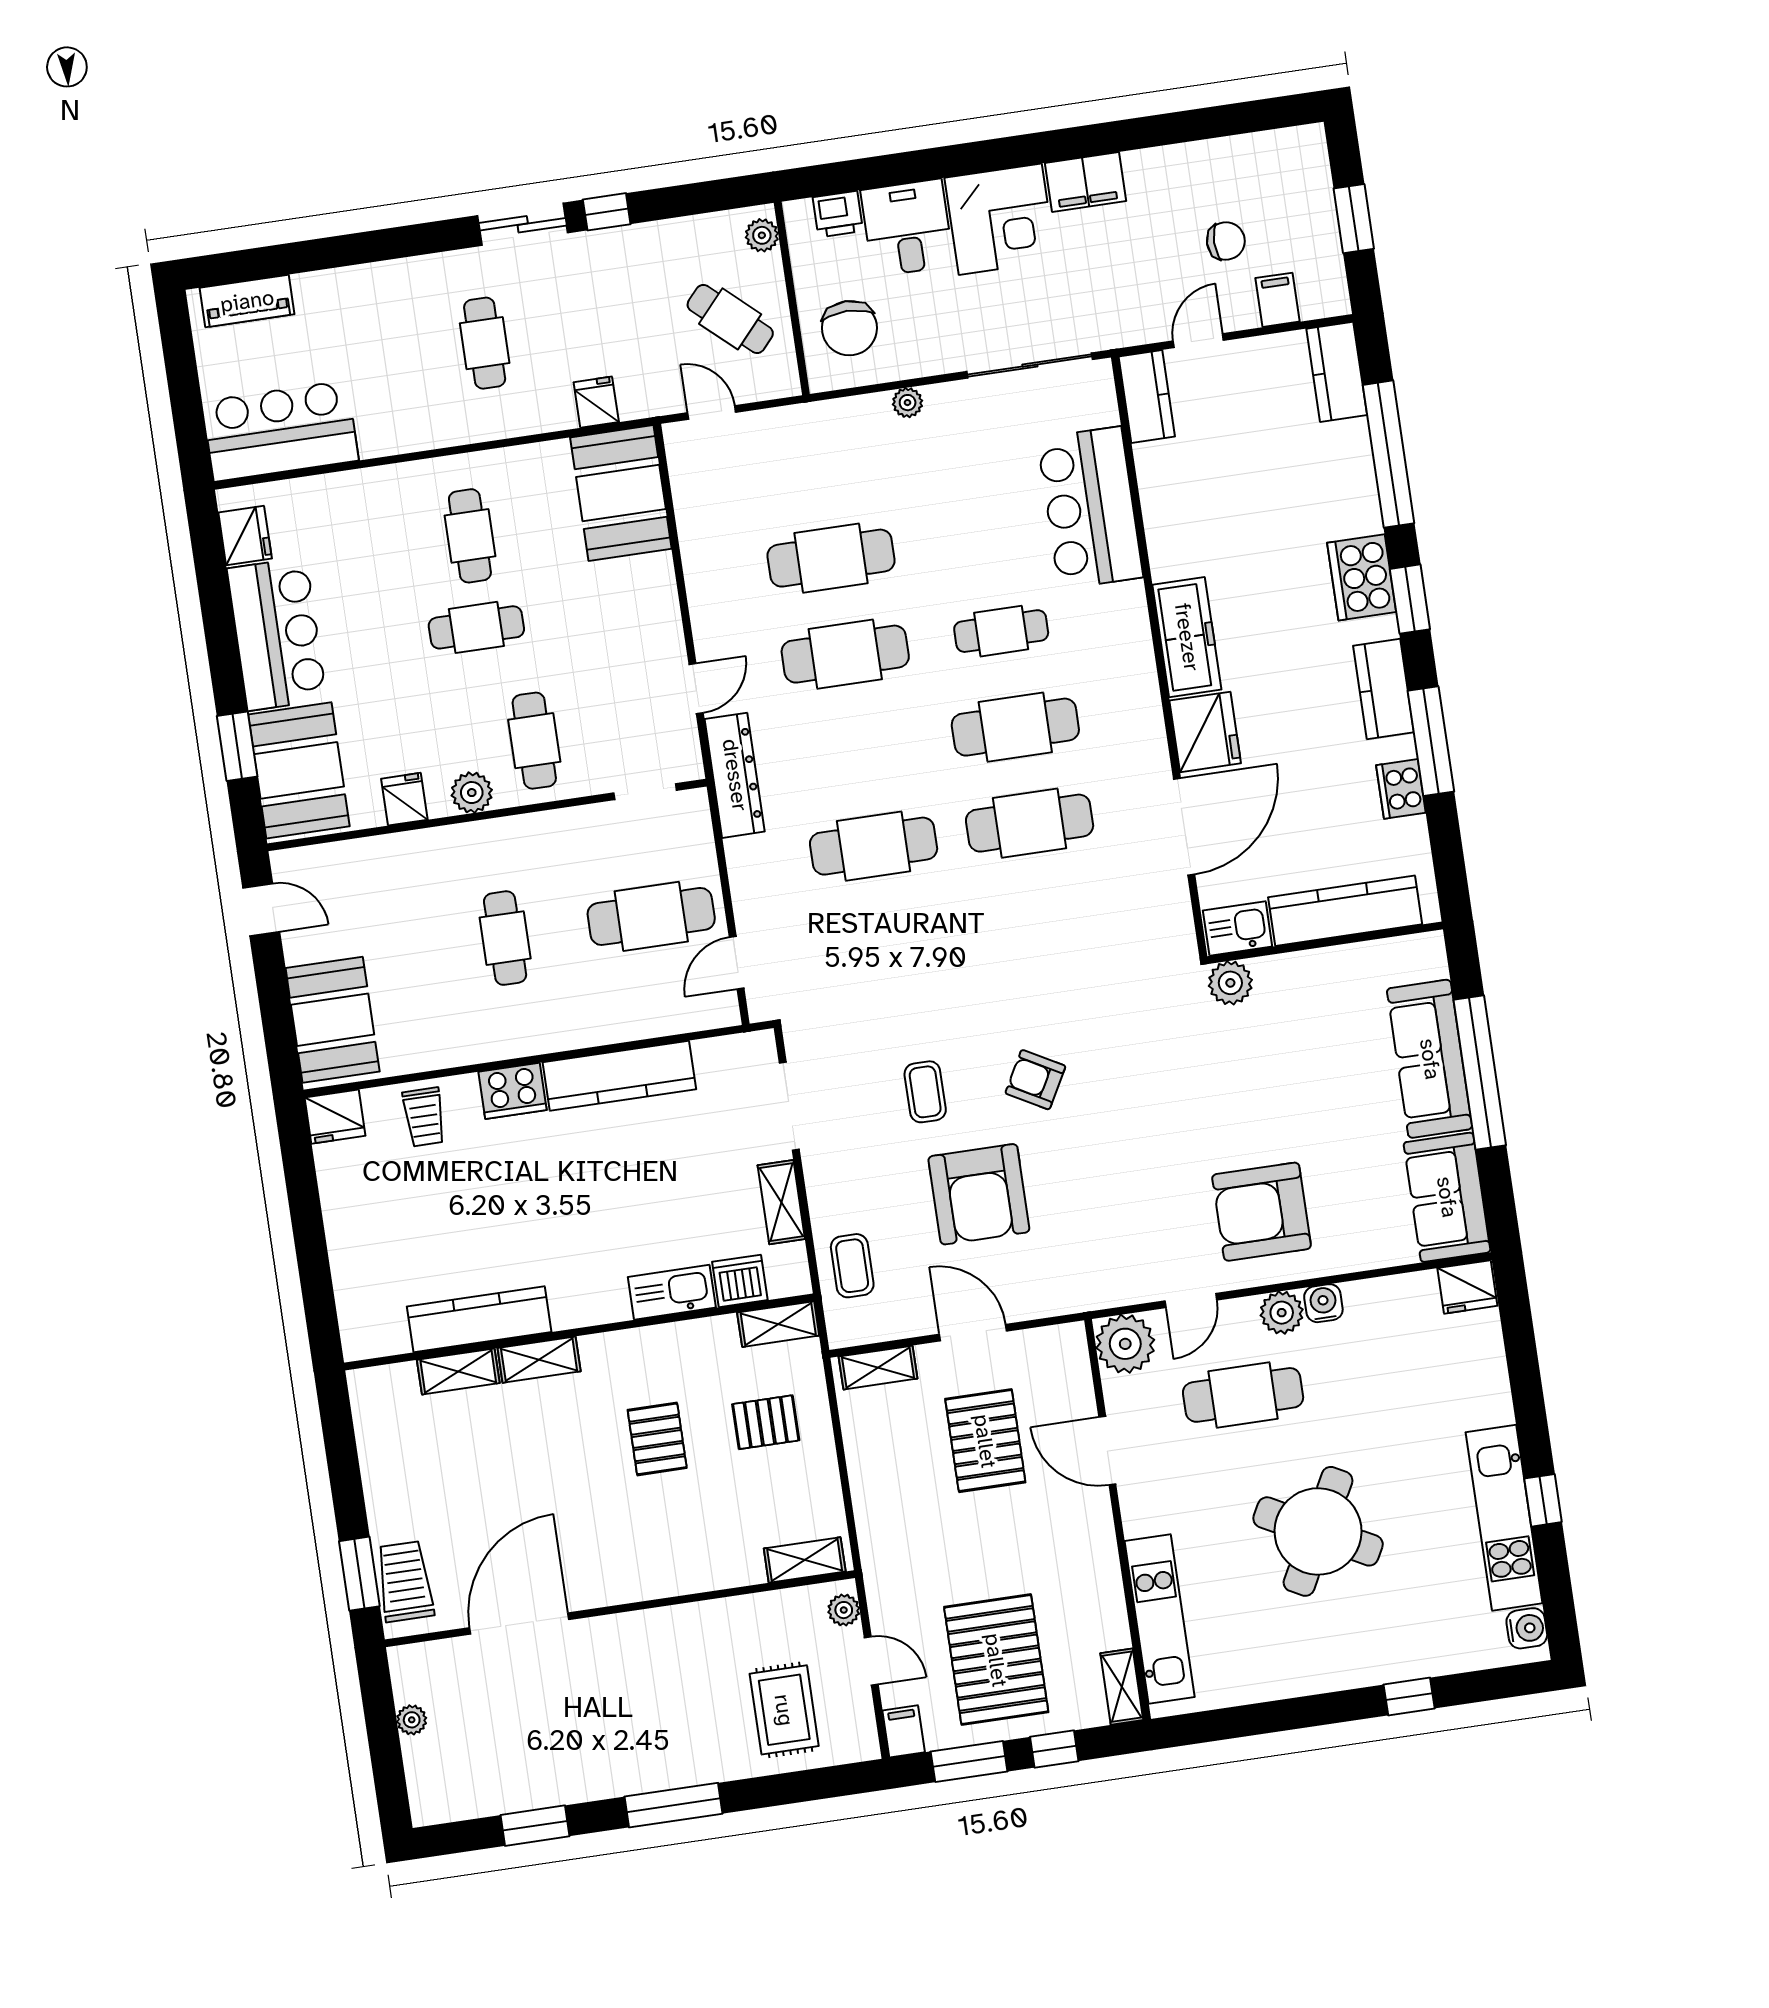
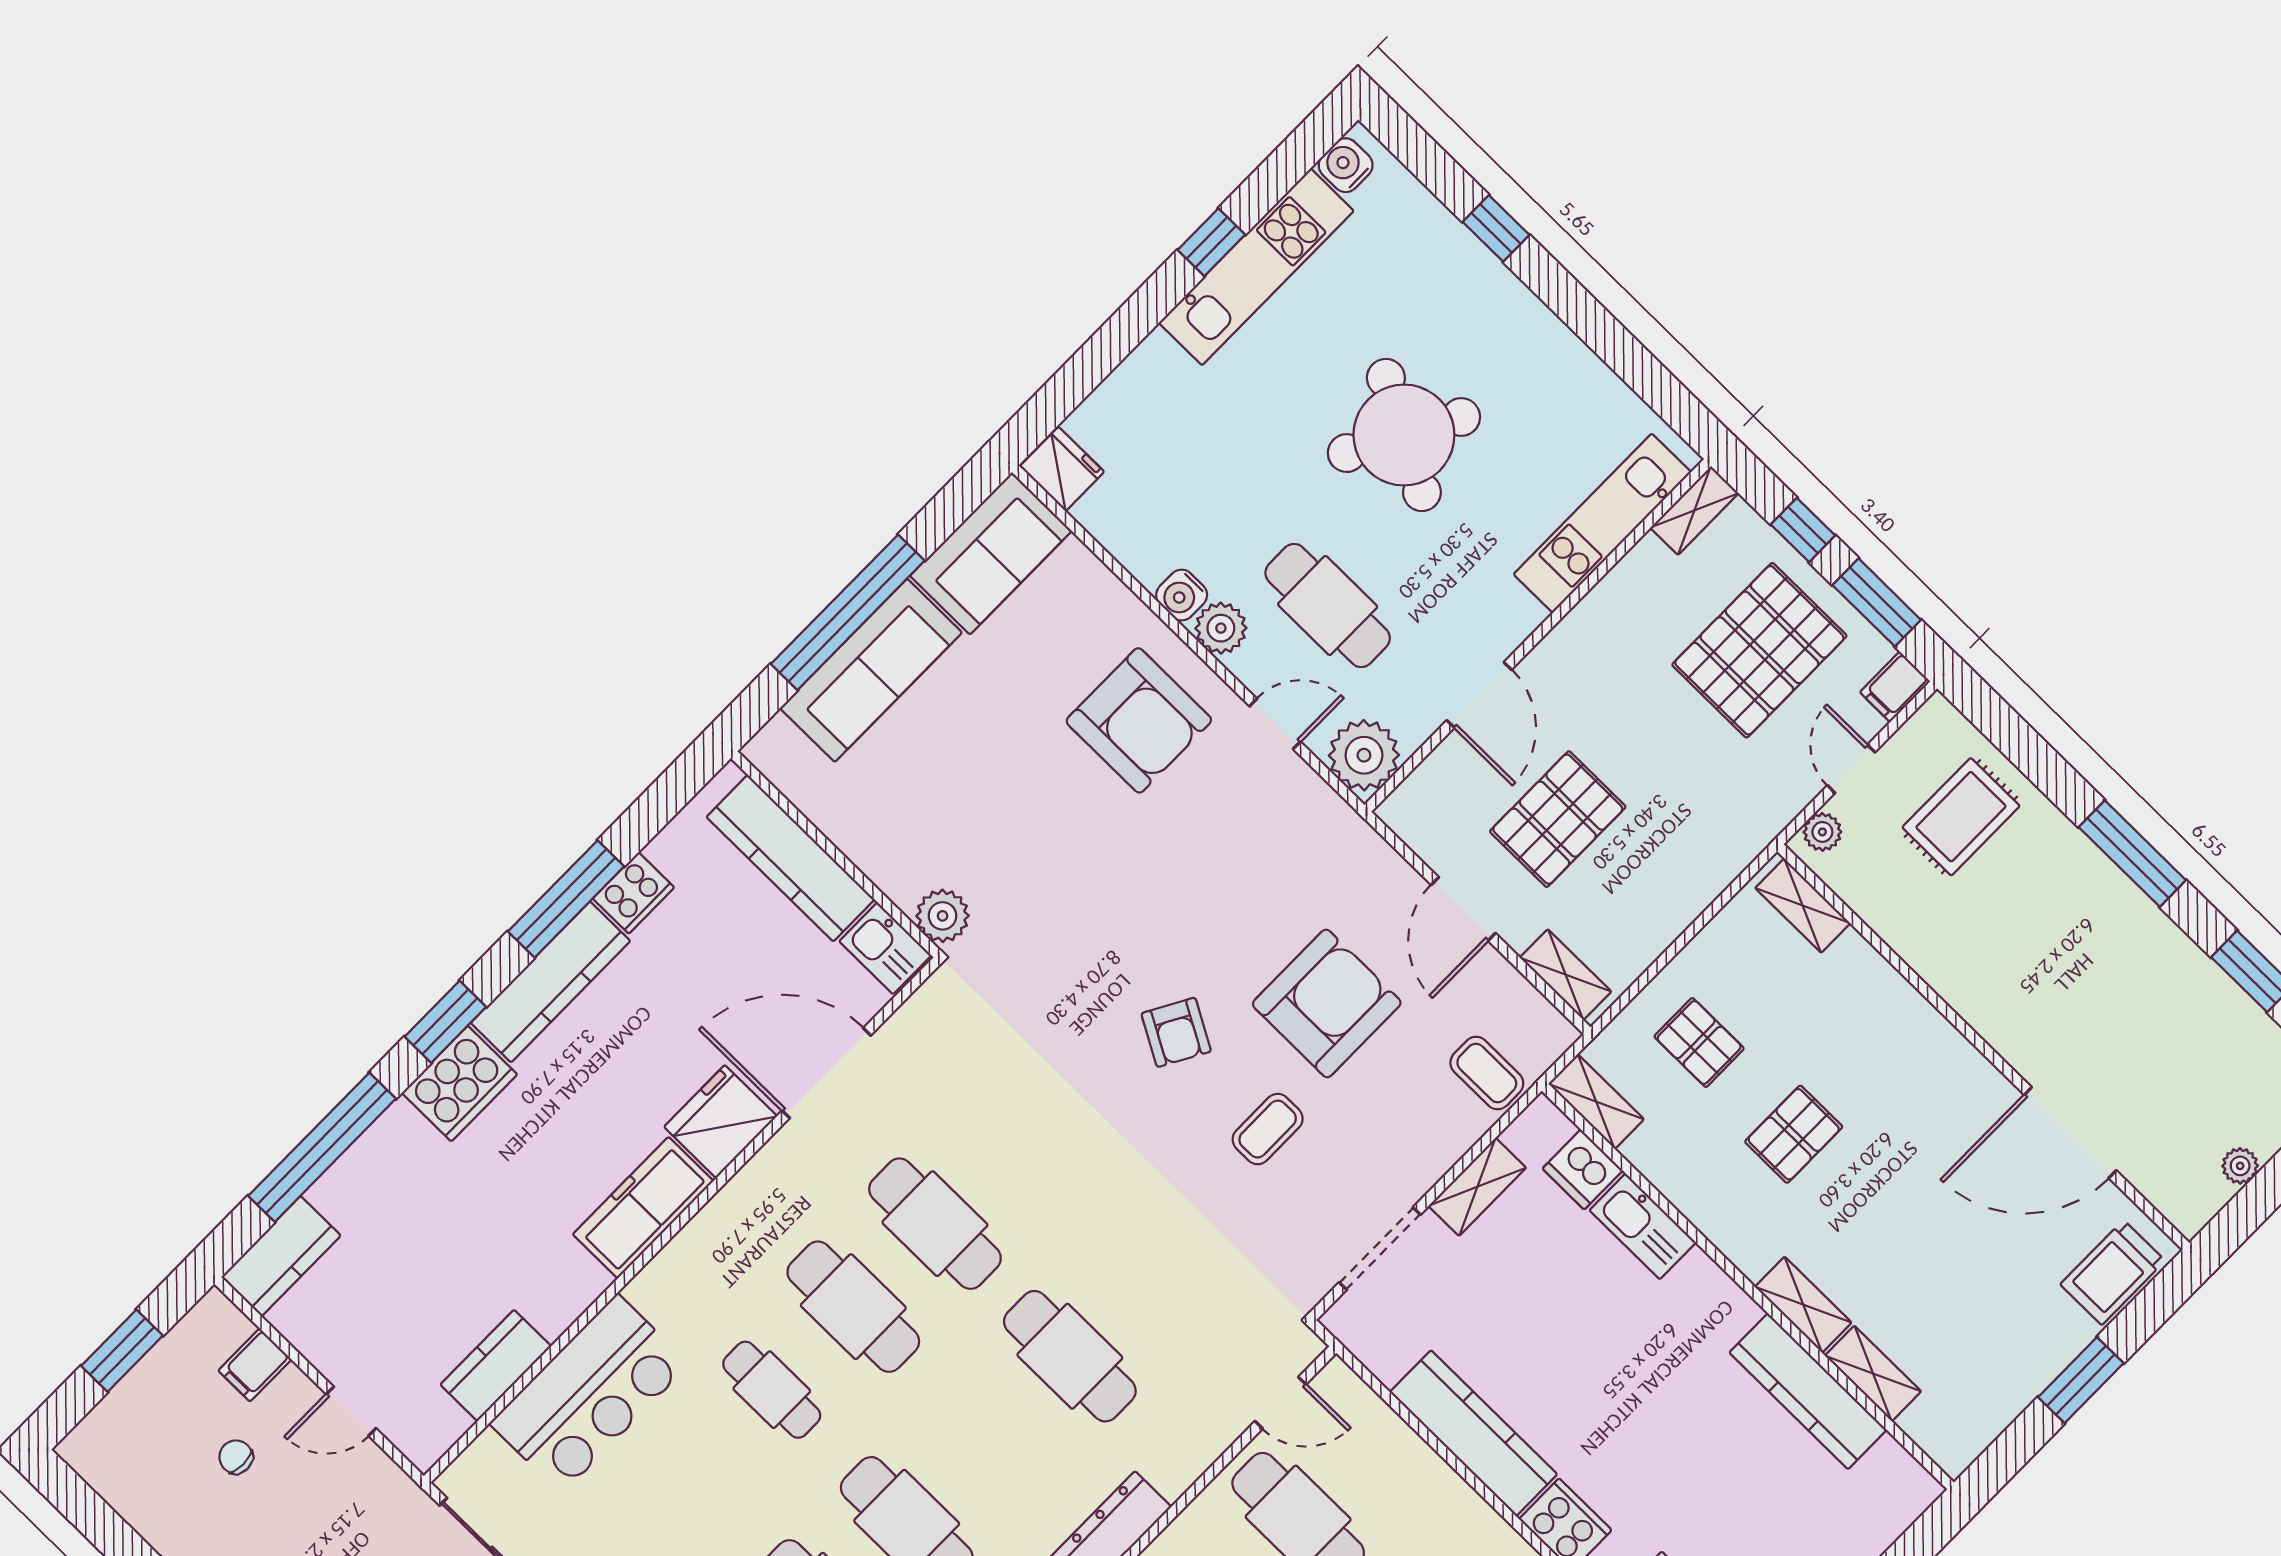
chair: (1226, 241) -> (236, 1457), width x0.73, depth x0.73
kitchen counter: (1147, 396) -> (496, 1365), moved
kitchen counter: (1384, 689) -> (550, 982), width x1.50
coffee table: (852, 1266) -> (1487, 1073), turned 90
window: (359, 1574) -> (2081, 1380), moved

